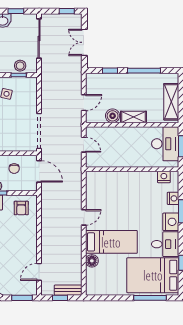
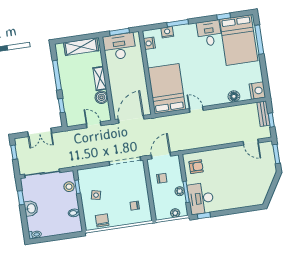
door: (84, 145) -> (131, 119), width x1.88
nightstand: (171, 222) -> (257, 91), moved, turned 90
bed: (111, 242) -> (167, 89), moved, width x1.50

